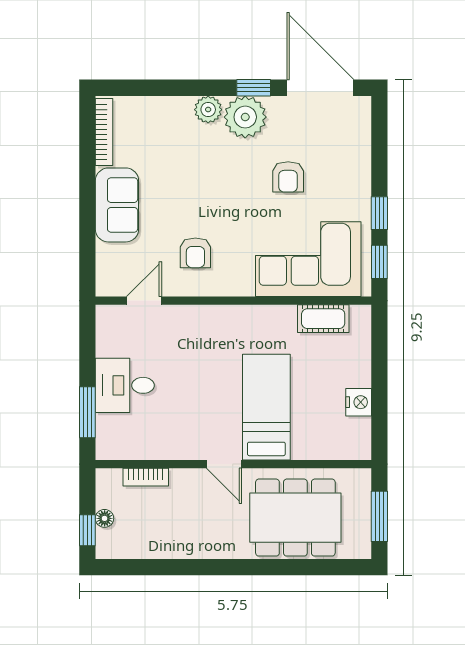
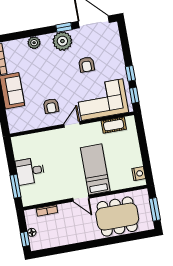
plant: (208, 110) -> (34, 43), moved
door: (144, 301) -> (72, 124), moved
nightstand: (359, 402) -> (139, 174), moved

